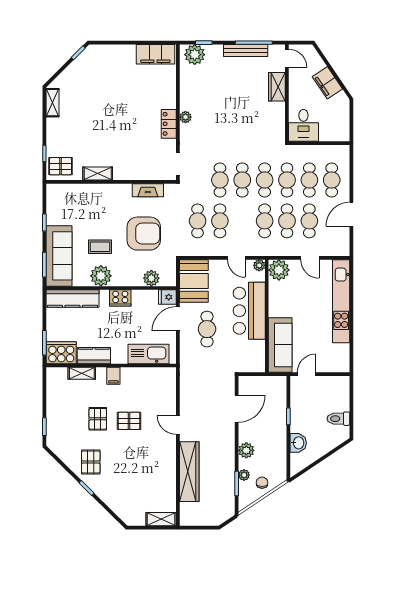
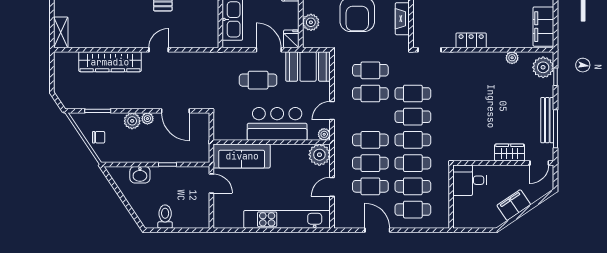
plant: (185, 117) -> (512, 58), moved
plant: (244, 475) -> (147, 119), moved

